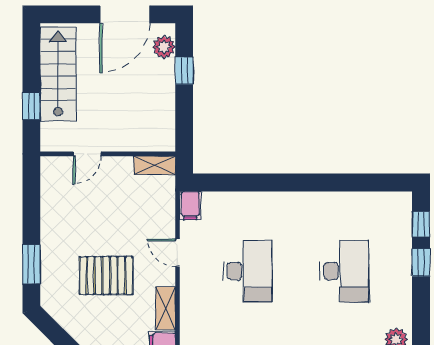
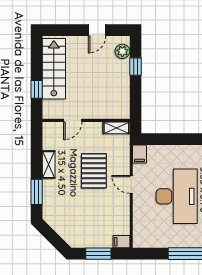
door: (125, 14) -> (97, 30), width x0.53
desk: (248, 271) -> (177, 196), width x1.36, depth x1.30
pallet: (106, 275) -> (94, 171), moved, turned 90
shelving: (166, 308) -> (49, 165), moved

